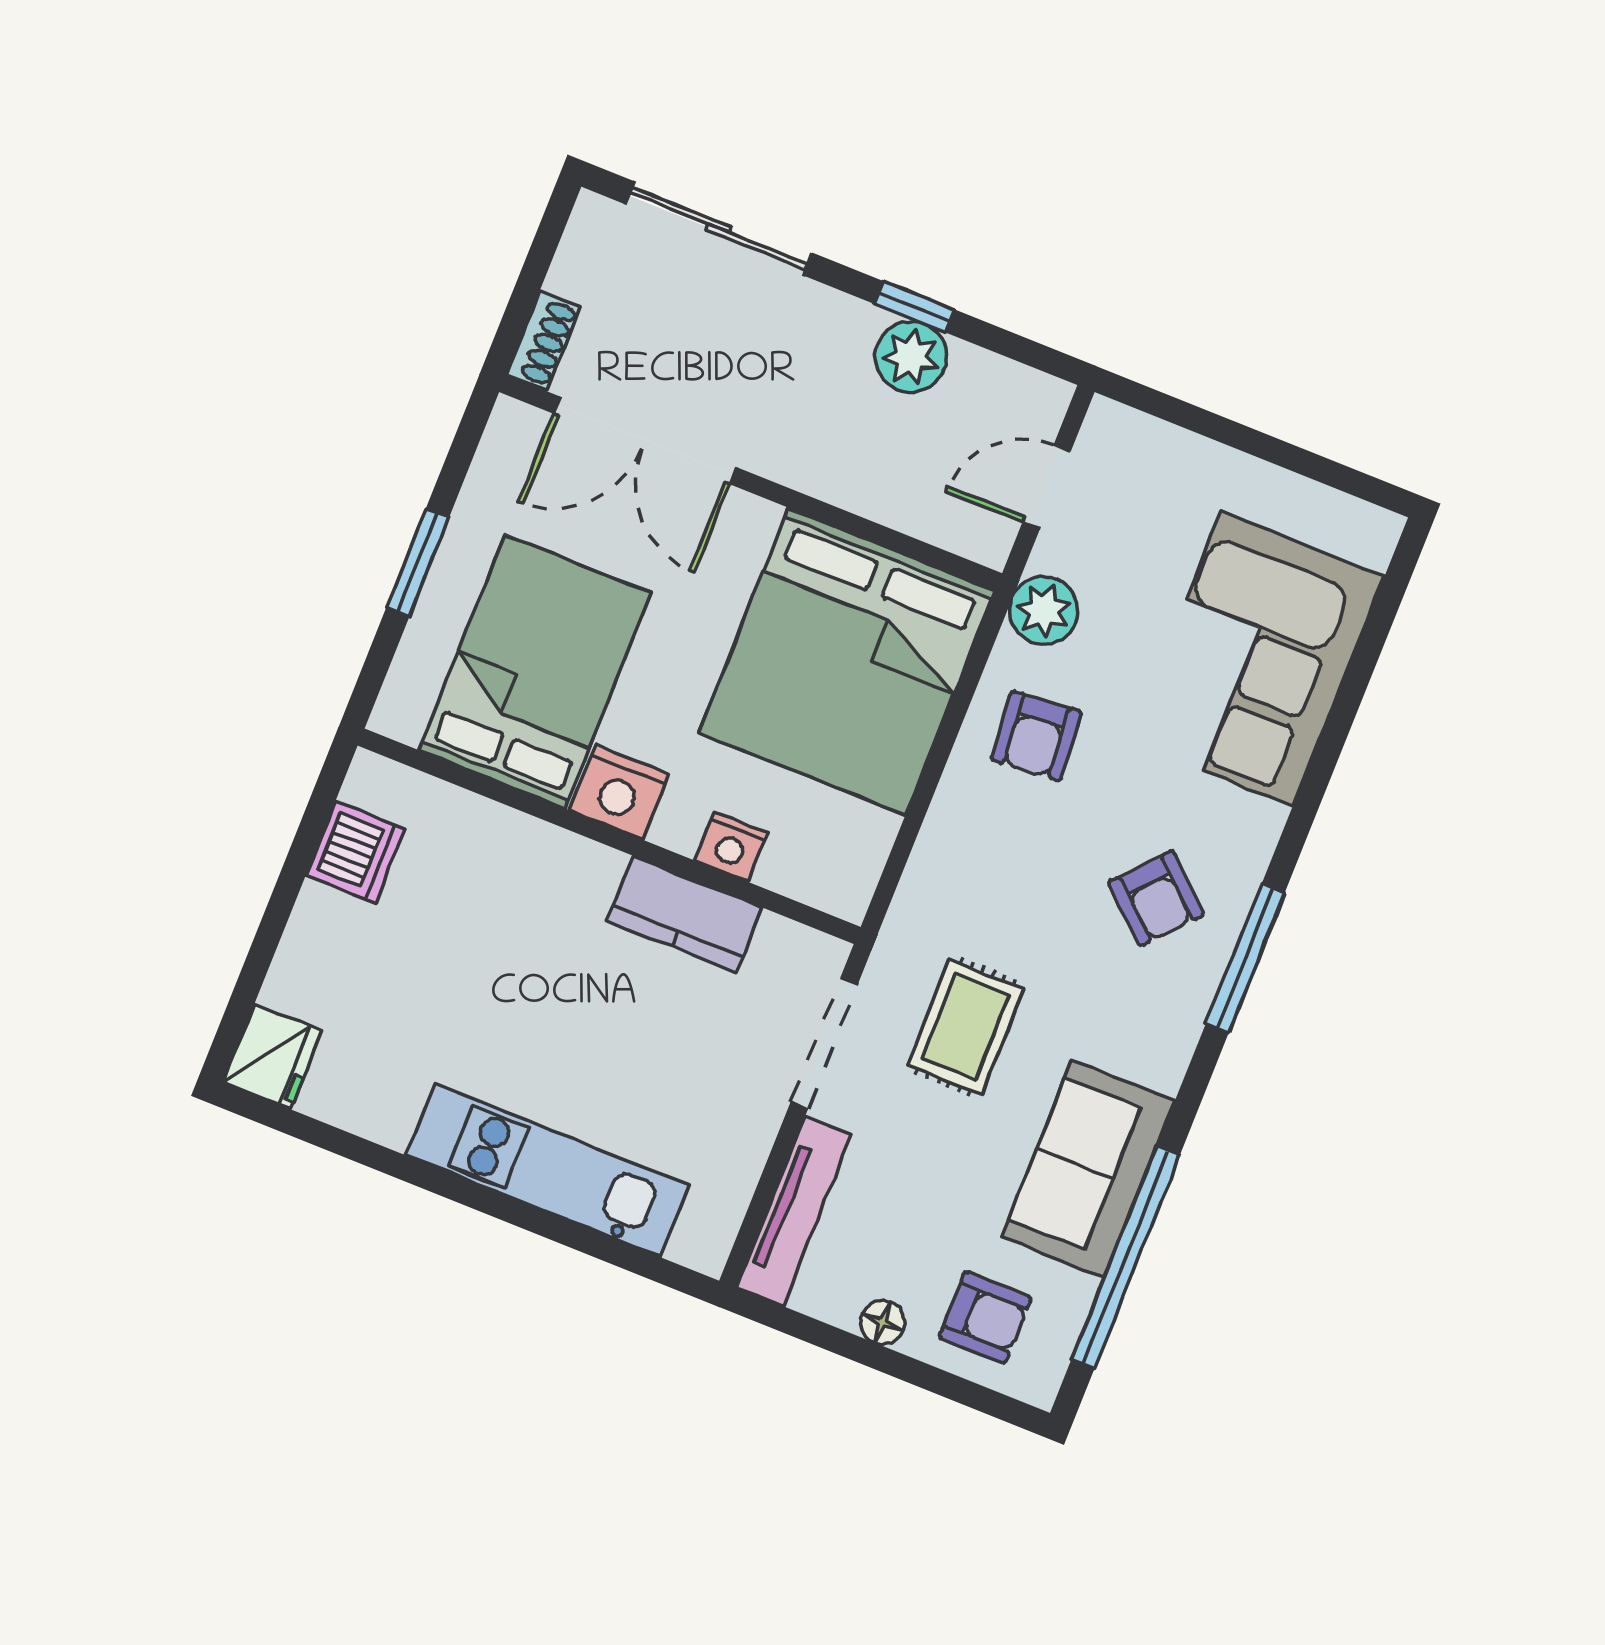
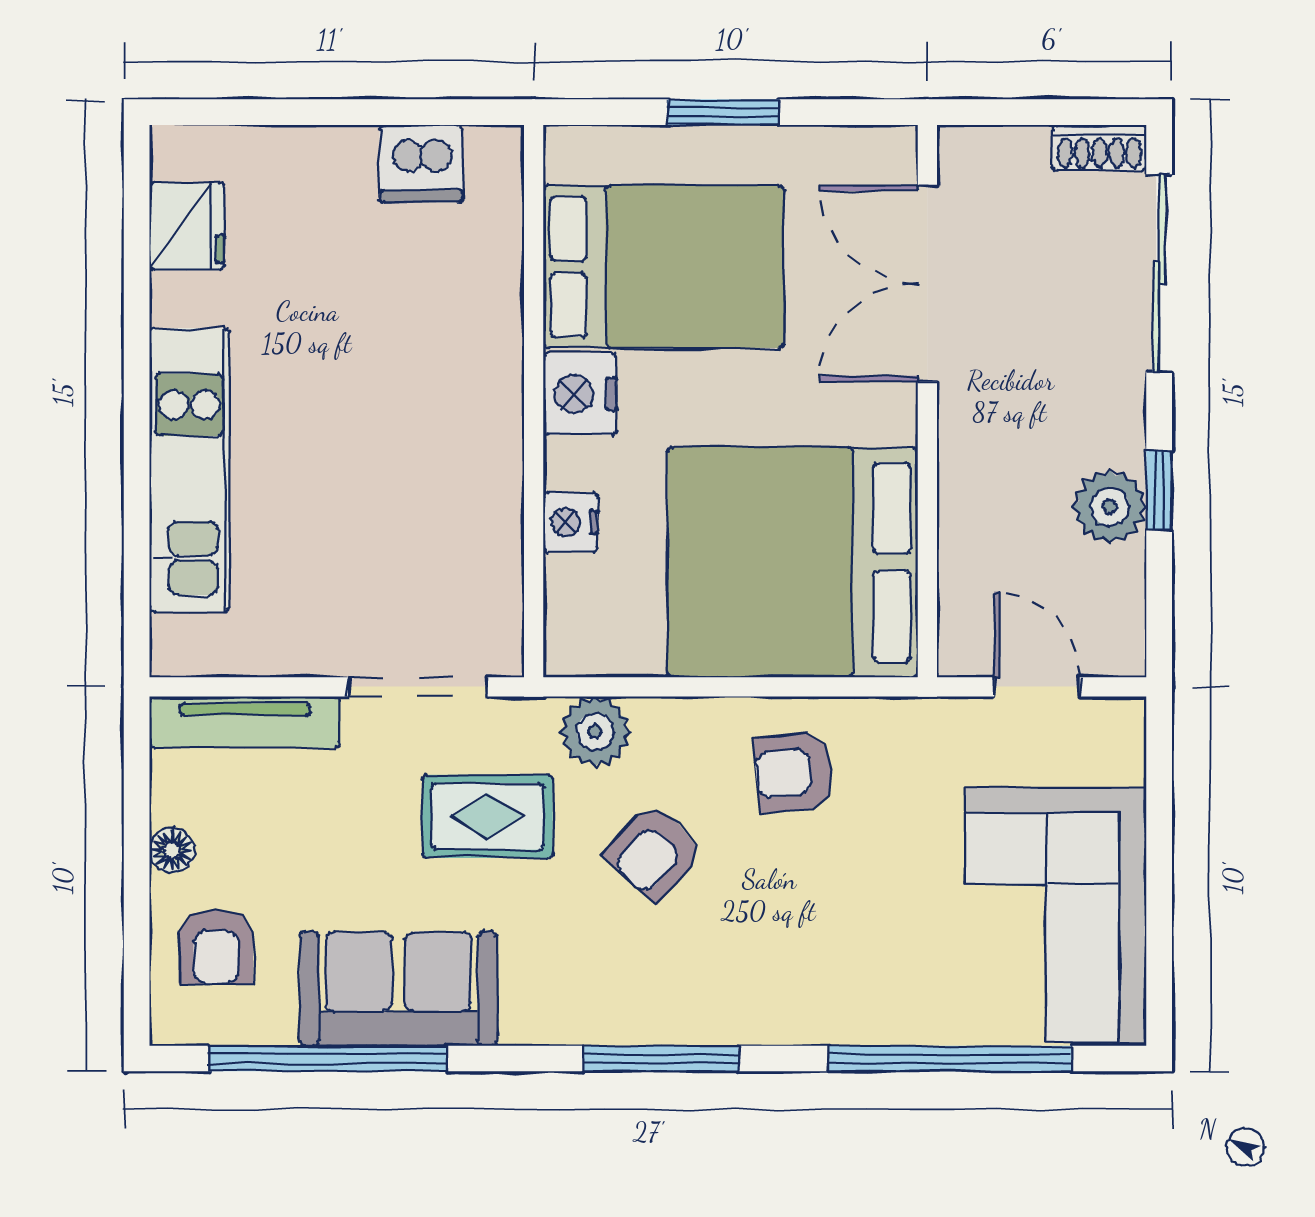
shoe rack: (543, 341) -> (1099, 148), moved
plant: (1044, 611) -> (595, 732), moved
corner sofa: (1257, 659) -> (1055, 915), moved, turned -90
window: (1349, 699) -> (950, 1058), added
armchair: (1156, 898) -> (654, 852), moved
kitchen counter: (685, 914) -> (488, 504), removed
fridge: (273, 1056) -> (187, 226), moved, turned -90

